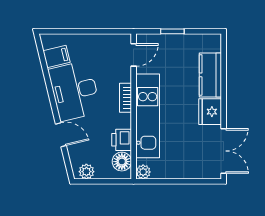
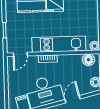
door: (134, 55) -> (20, 54), swing flipped
printer: (122, 140) -> (75, 60), removed

